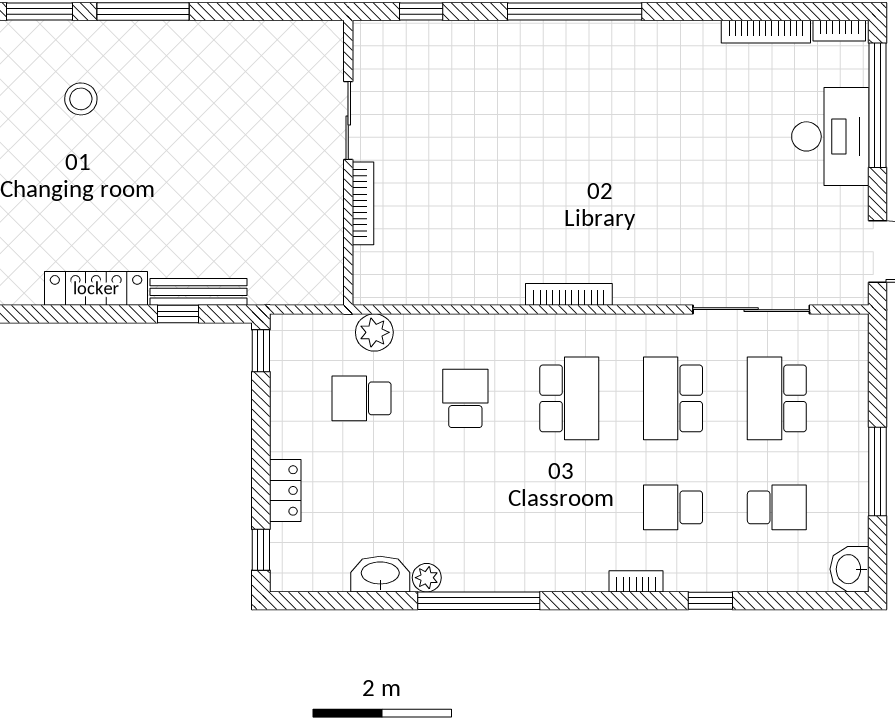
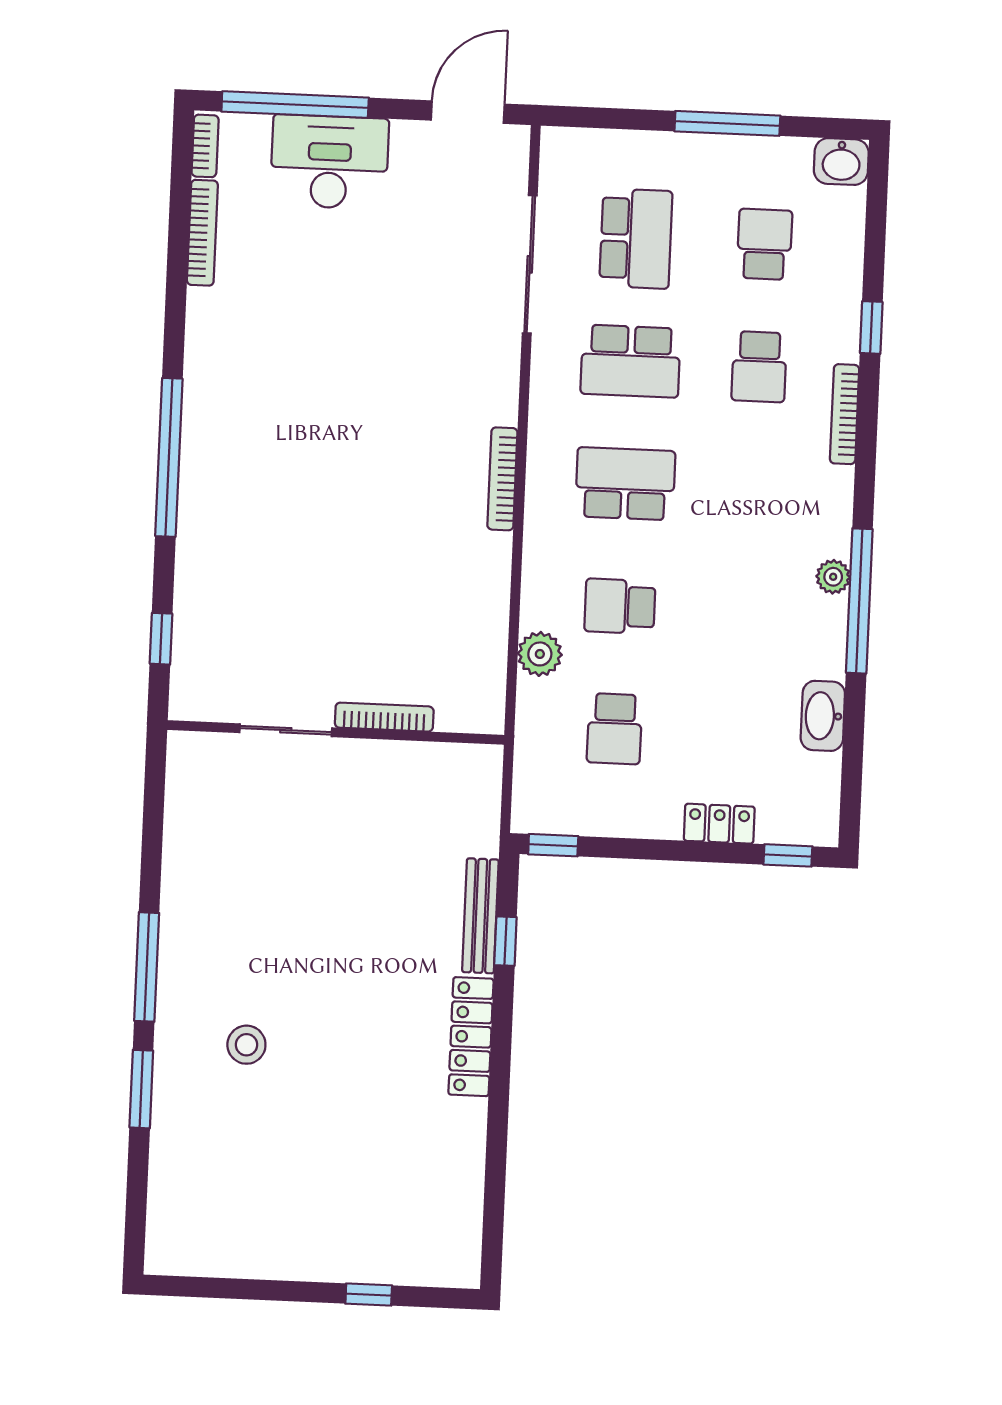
plant: (374, 332) -> (540, 654), moved
school desk: (777, 398) -> (636, 239), turned -90
plant: (427, 578) -> (833, 577), moved
bookcase: (636, 581) -> (845, 414), width x1.56

